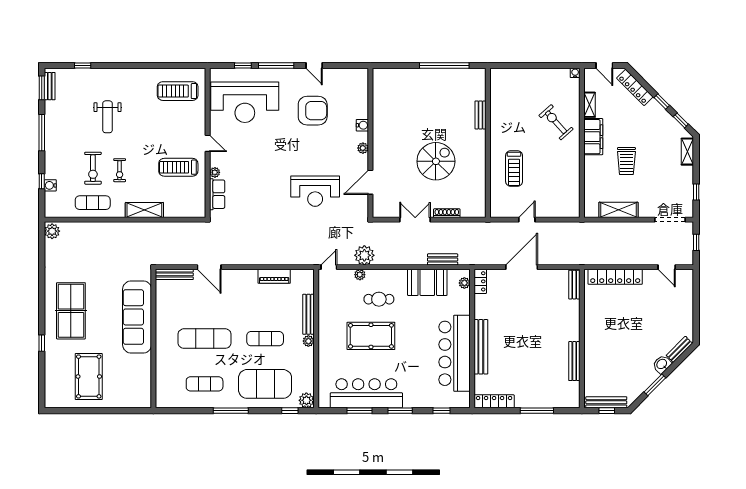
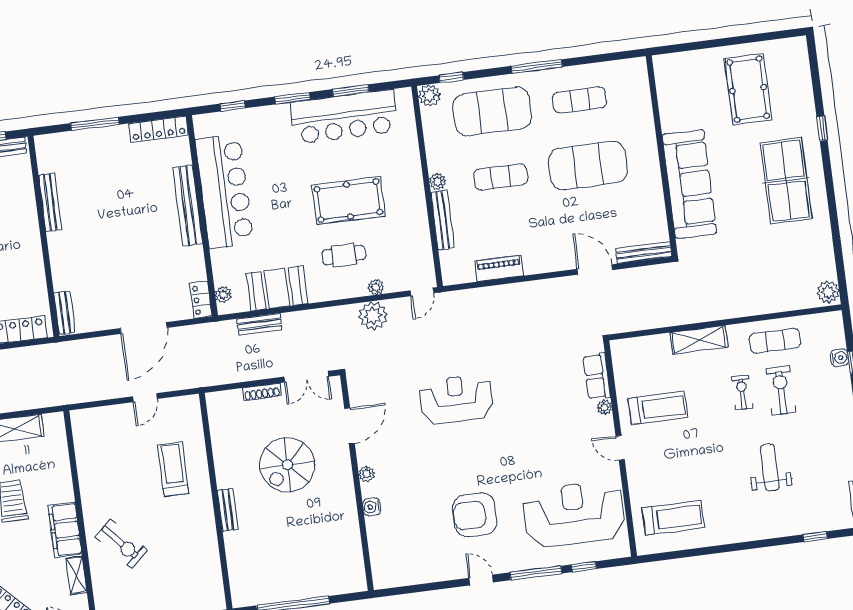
bench: (481, 115) -> (228, 510), moved
water cooler: (362, 125) -> (372, 507), moved
wall: (370, 143) -> (357, 483), moved
plant: (363, 148) -> (367, 474), moved
door: (370, 182) -> (349, 426), moved
exercise mat: (205, 339) -> (588, 166), width x1.47

